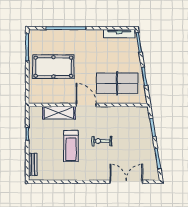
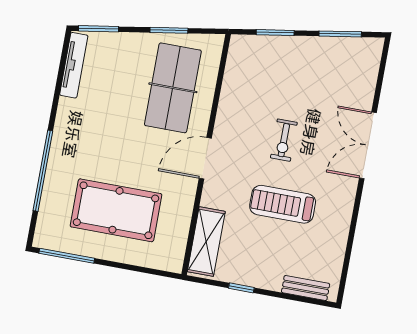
pool table: (53, 67) -> (116, 210), turned 90
shelving: (59, 113) -> (206, 242), moved
treadmill: (71, 146) -> (283, 204), turned 180
double door: (126, 182) -> (368, 145), moved

